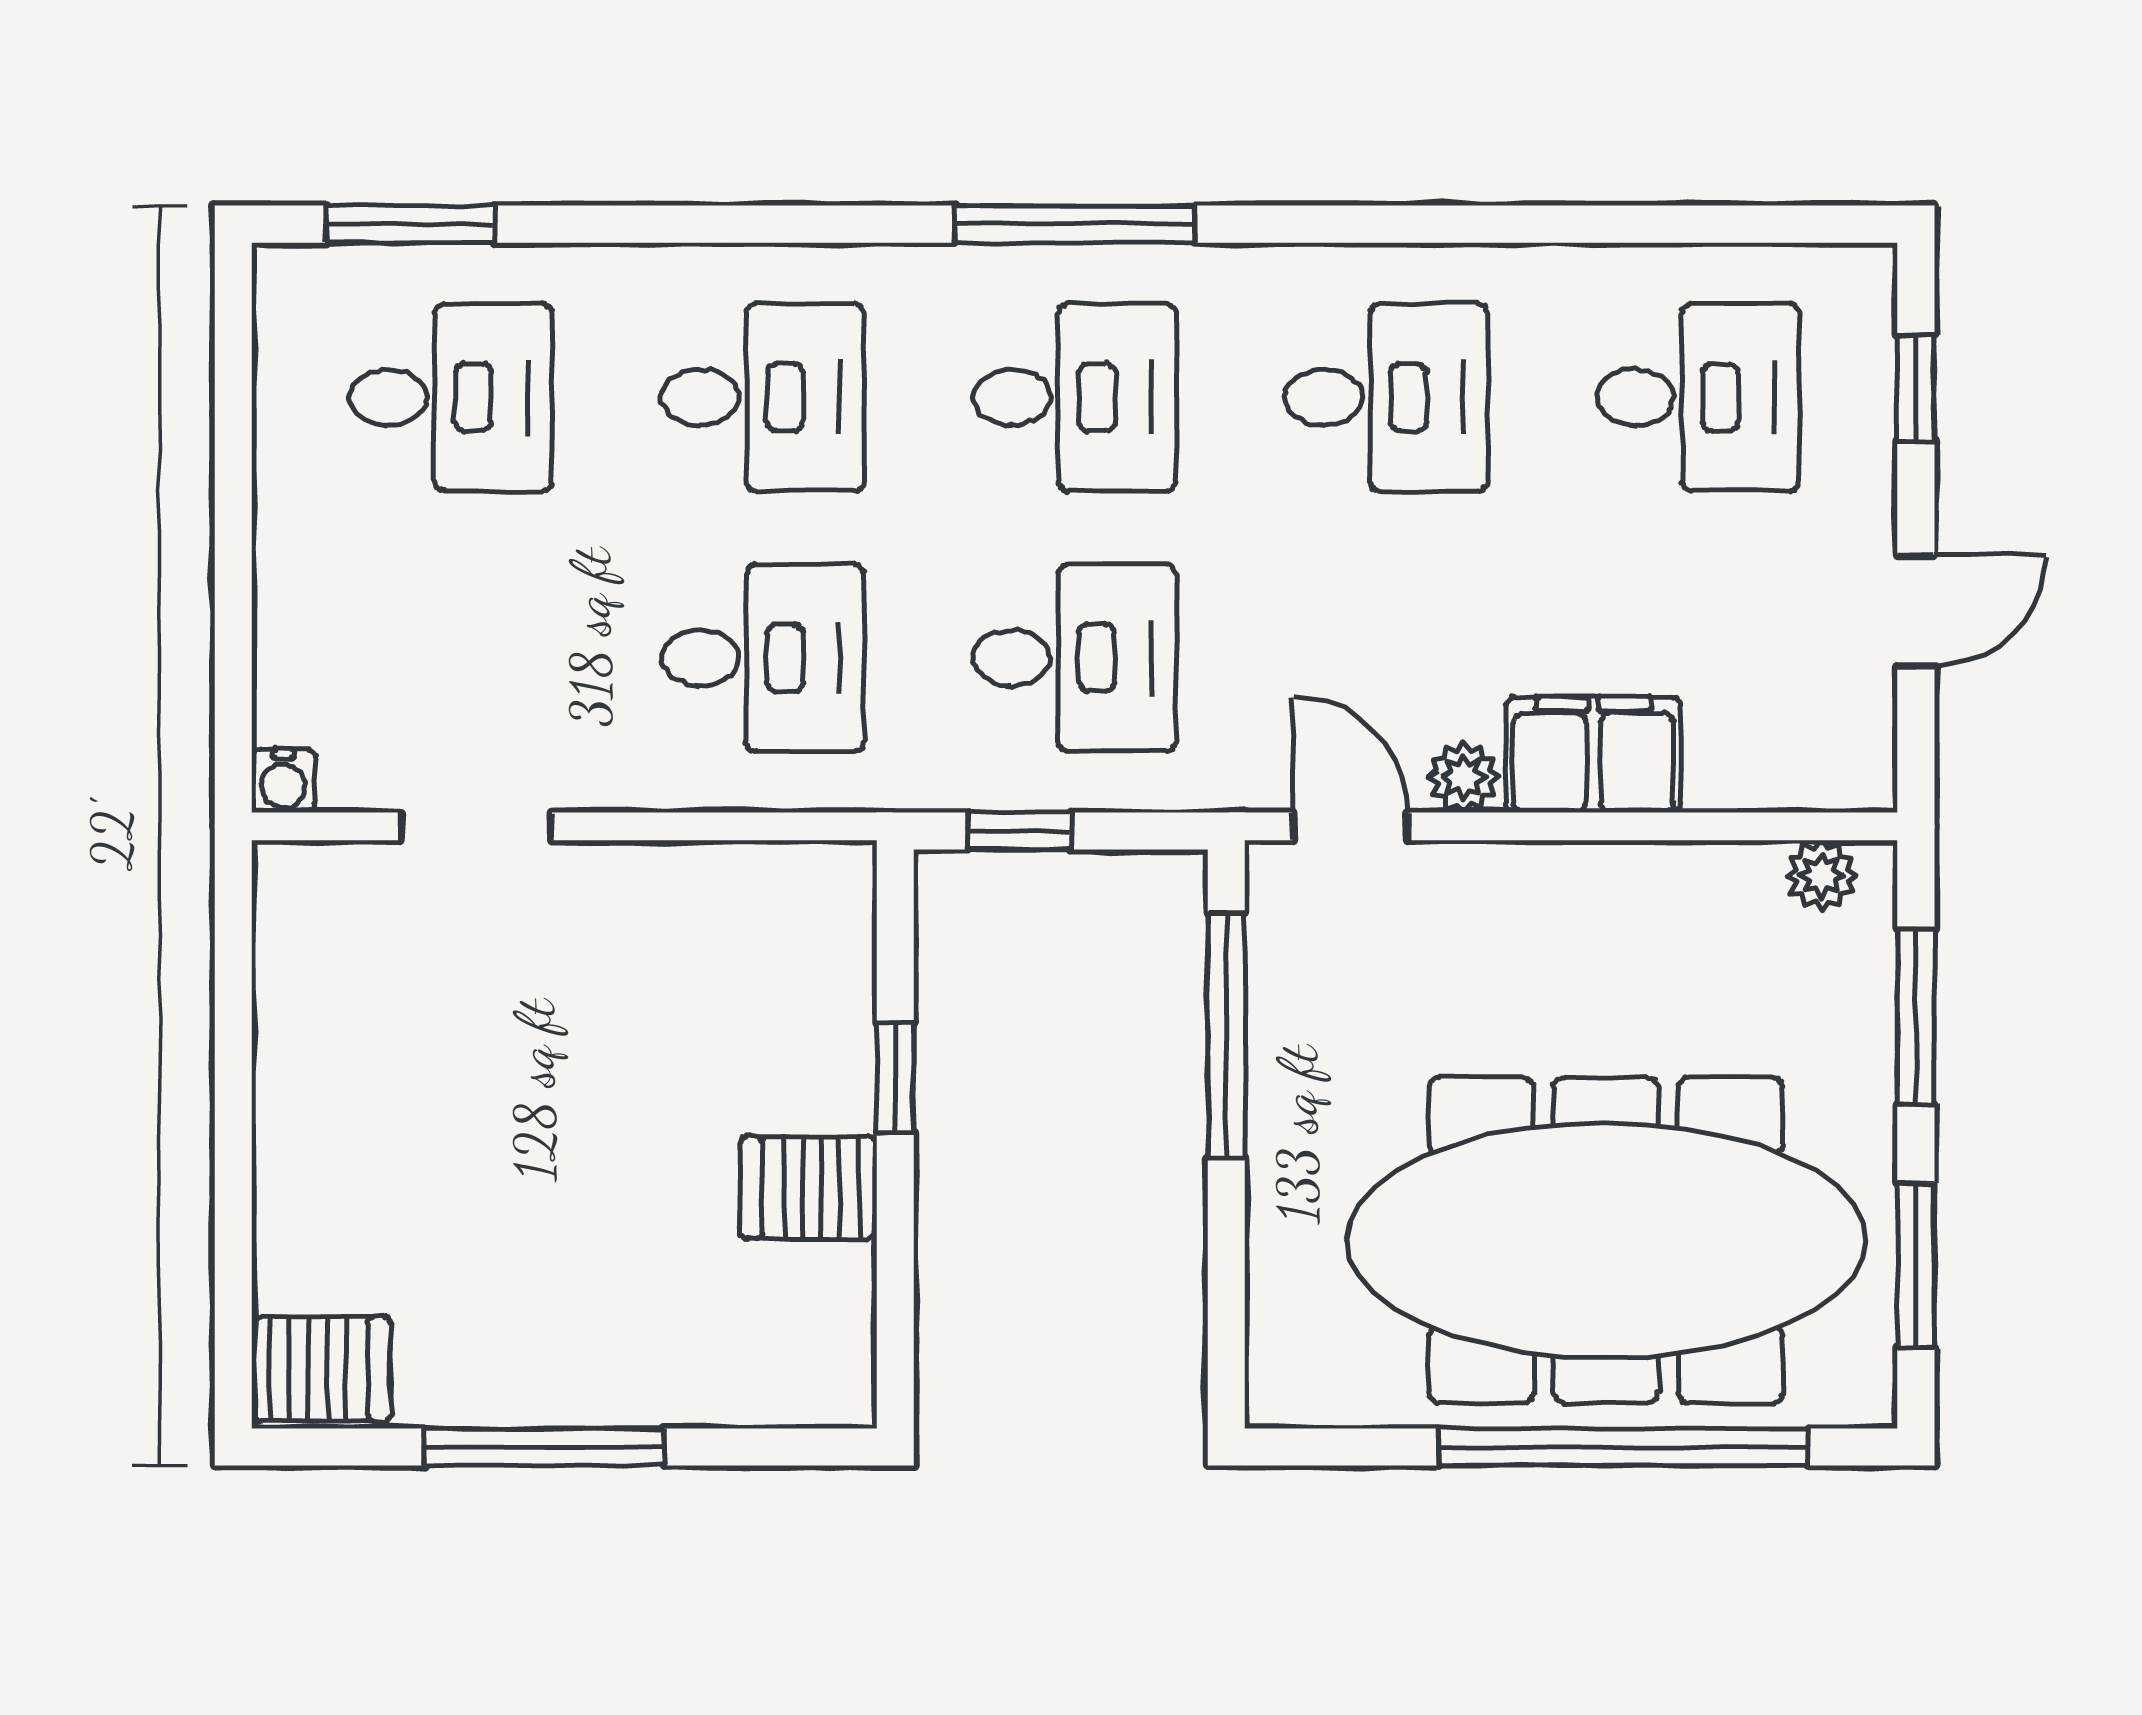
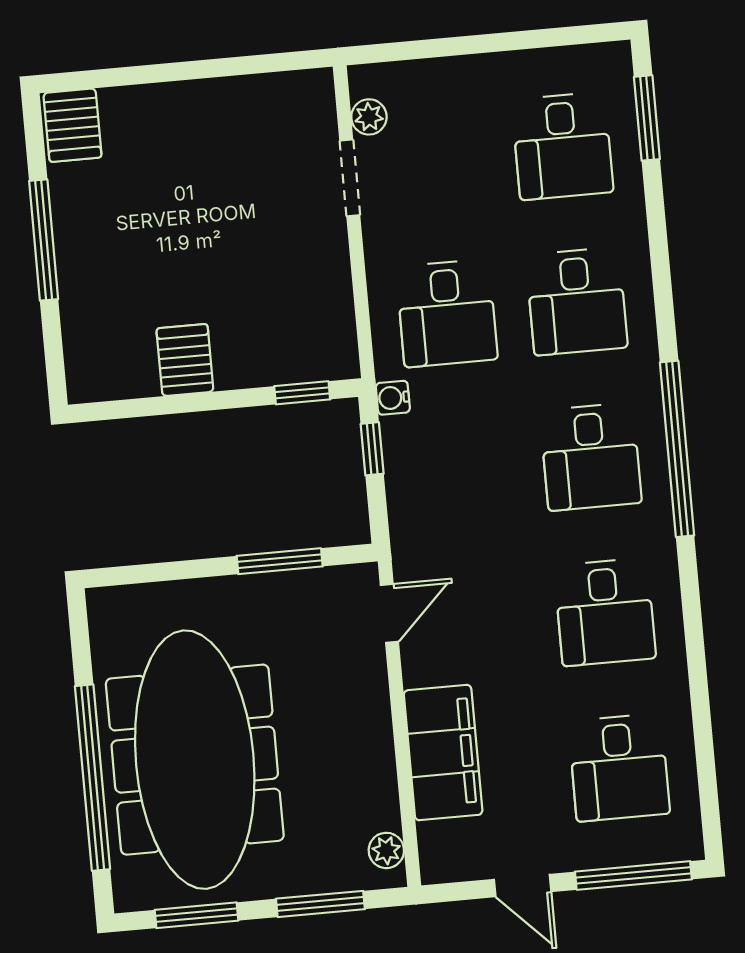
window: (1075, 224) -> (677, 449), width x1.46
window: (1916, 388) -> (633, 875), width x2.17
desk: (1075, 658) -> (461, 468), removed
filing cabinet: (1593, 755) -> (443, 753), width x1.50, depth x1.17
plant: (1464, 777) -> (369, 117), moved
water cooler: (284, 781) -> (393, 398), moved
window: (1226, 1035) -> (280, 561), width x0.69
window: (895, 1078) -> (302, 393), moved

